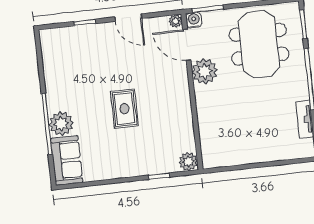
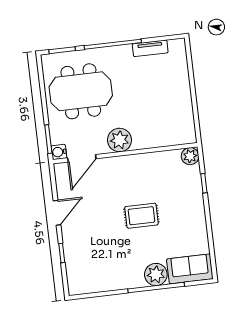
plant: (176, 21) -> (60, 169), removed
plant: (205, 71) -> (119, 140), moved

